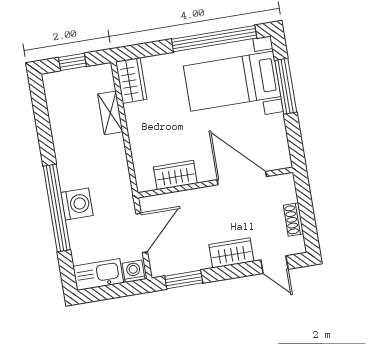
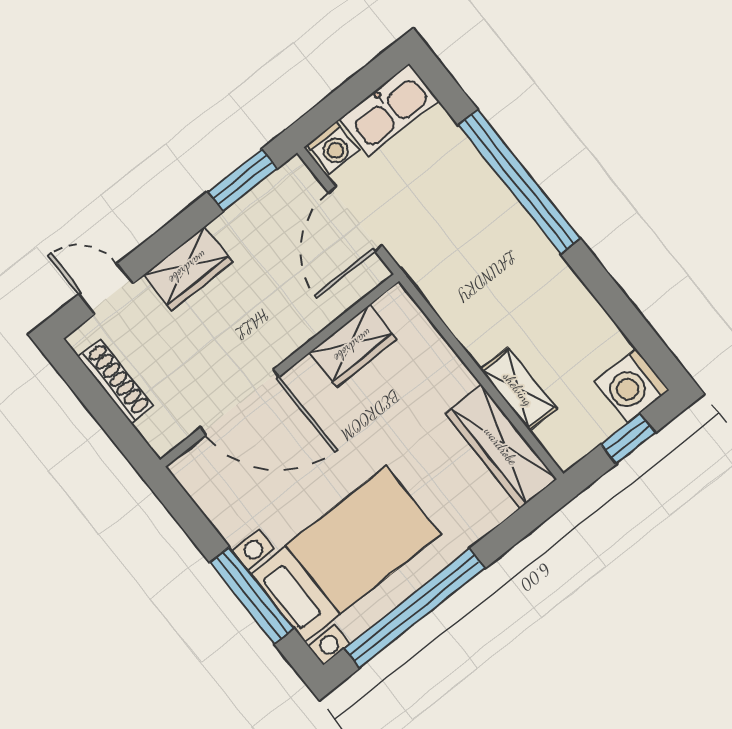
wardrobe: (131, 80) -> (501, 446), width x1.50
washing machine: (77, 204) -> (632, 386), moved
shoe rack: (293, 220) -> (116, 381), width x1.43

